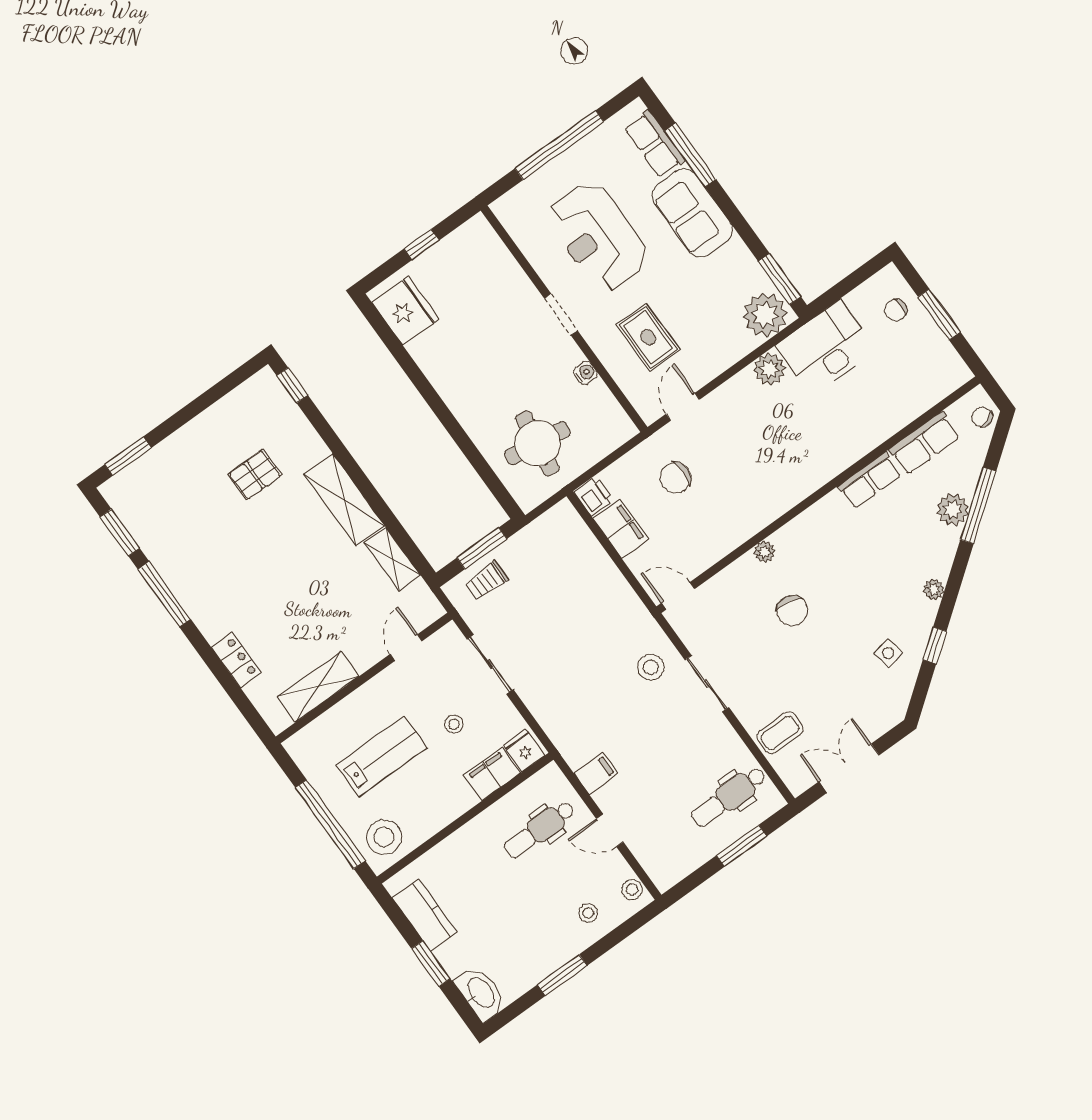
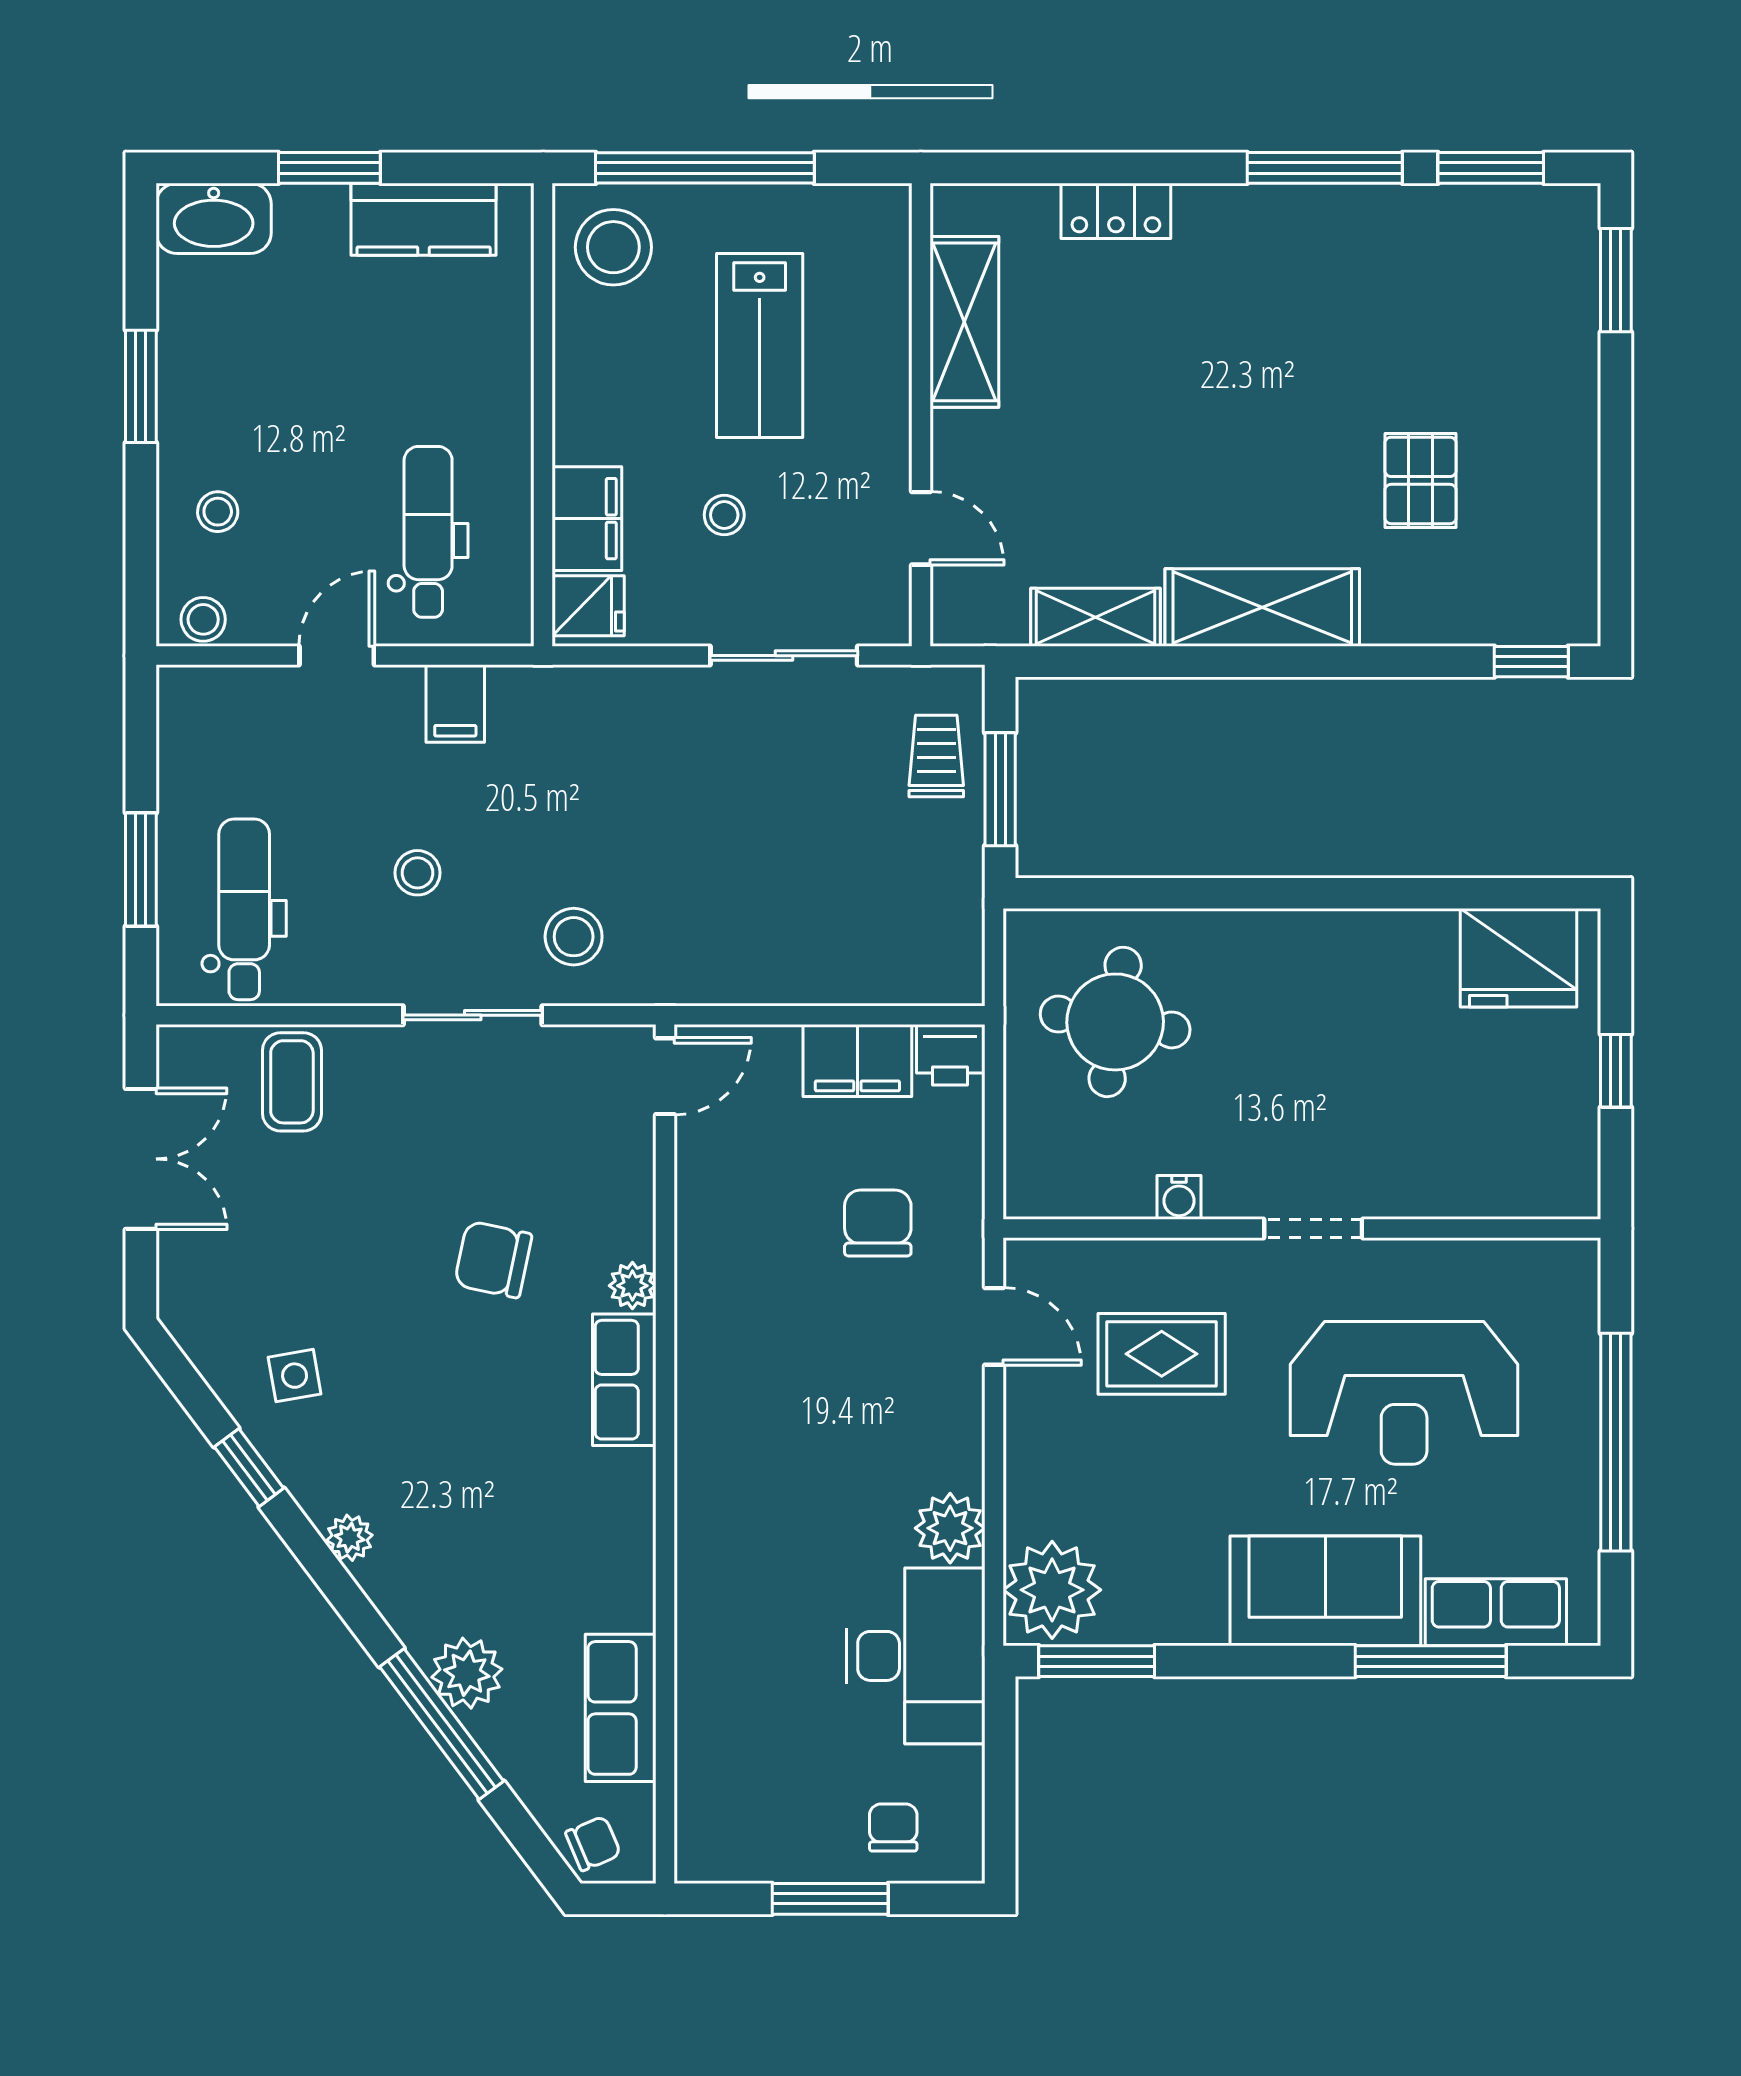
reception desk: (598, 237) -> (1404, 1393), turned 180
row of seats: (870, 481) -> (624, 1380), moved
stool: (669, 742) -> (417, 873), added

